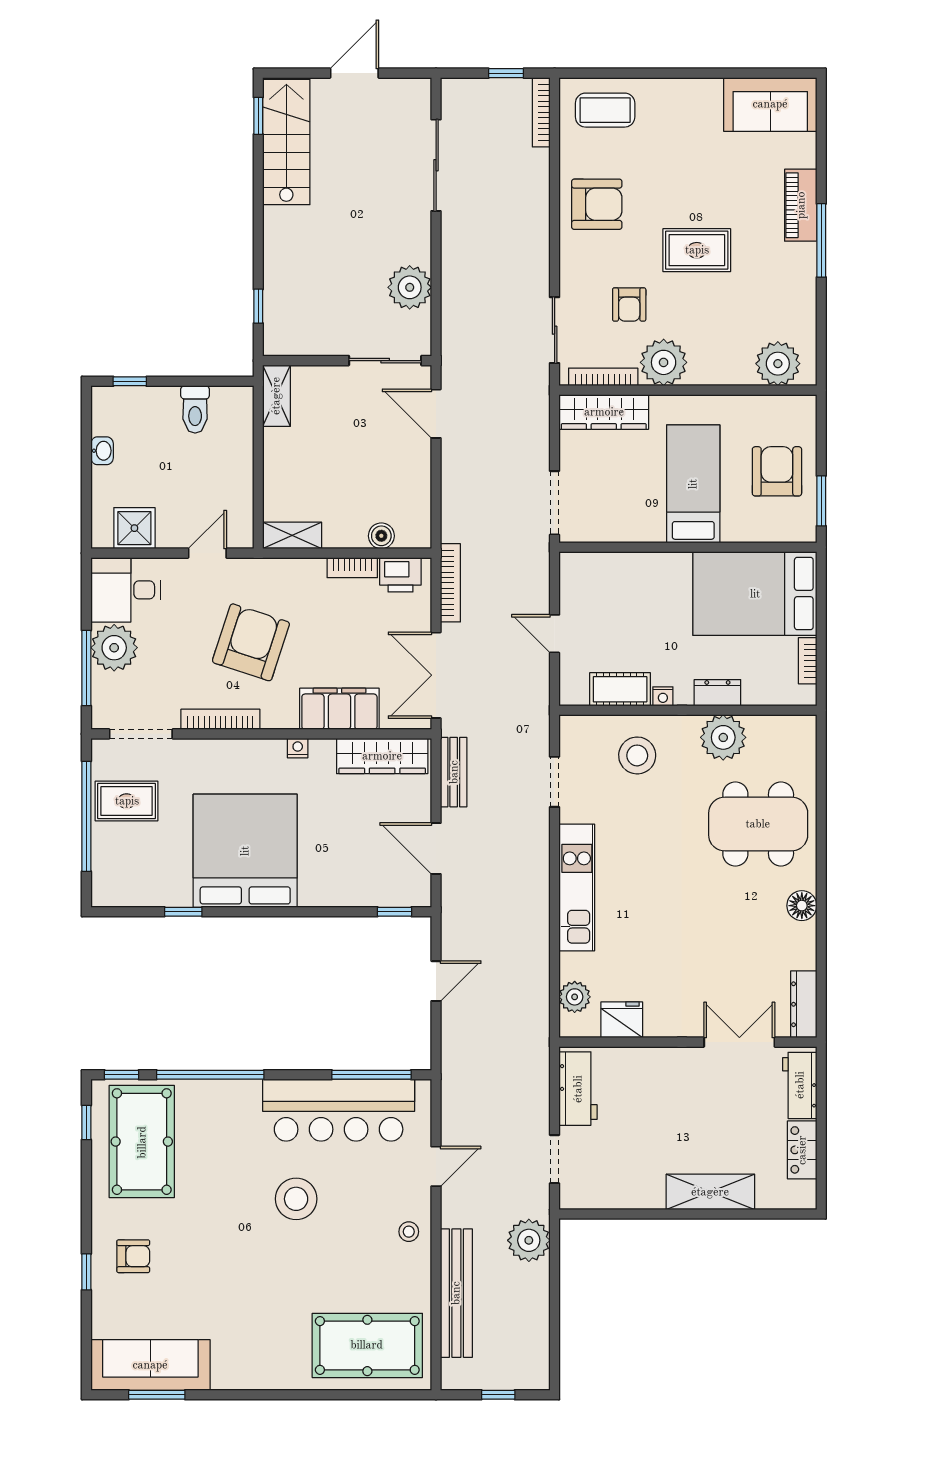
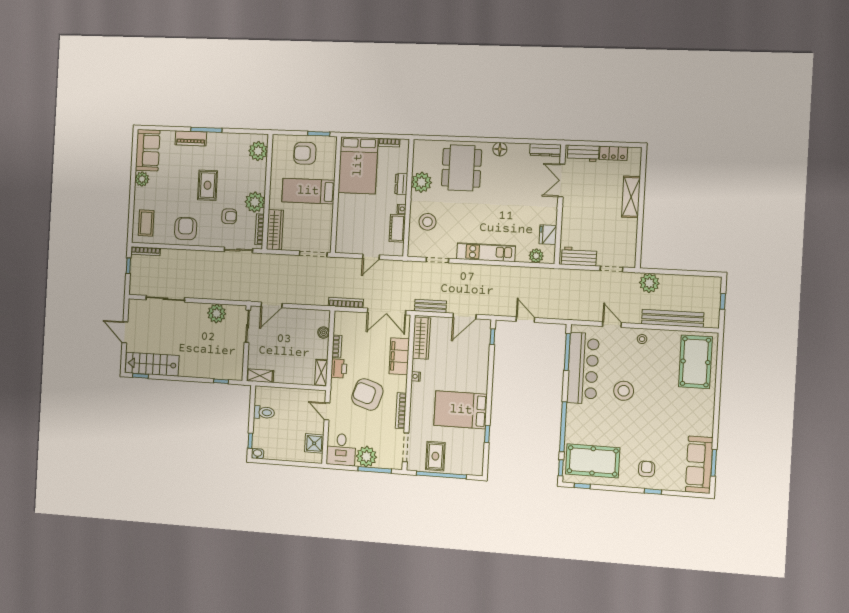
plant: (704, 94) -> (142, 179), added
washbasin: (102, 451) -> (258, 454), moved
printer: (400, 575) -> (339, 369), moved
bed: (245, 851) -> (461, 410), width x0.73

